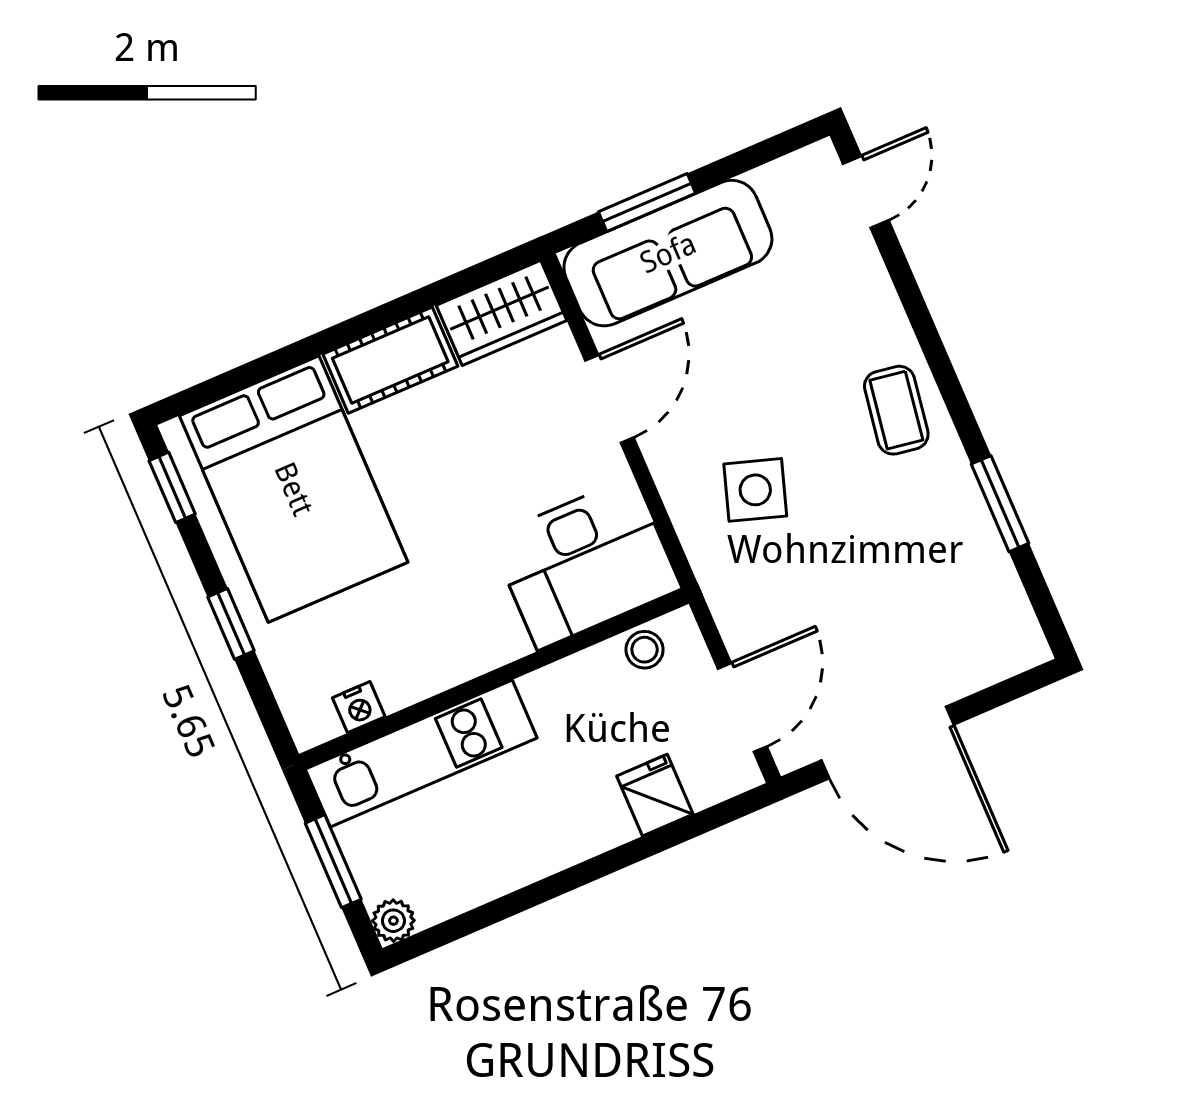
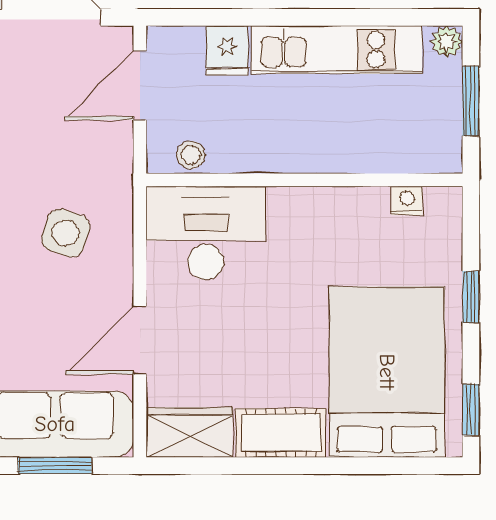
kitchen unit: (421, 753) -> (337, 50), moved, turned 180

